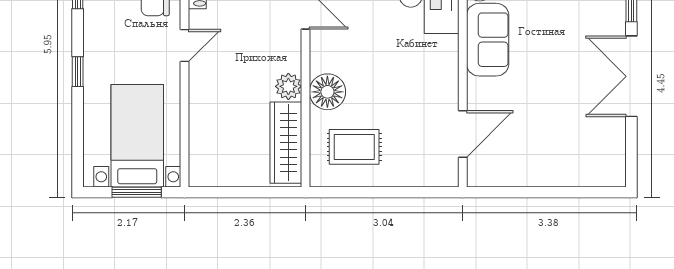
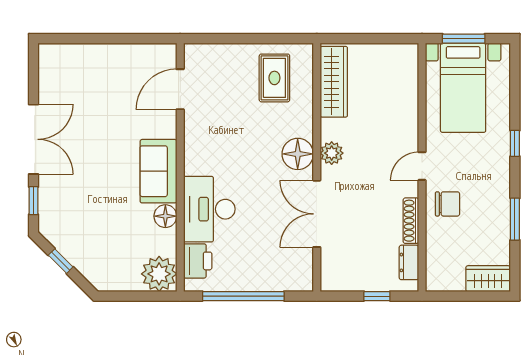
plant: (288, 86) -> (332, 153), moved
floor lamp: (327, 92) -> (298, 154), moved
rug: (354, 147) -> (274, 78), turned 90

